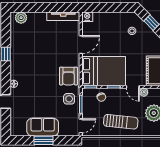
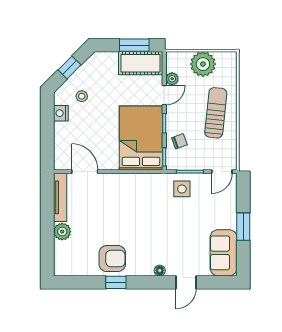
nightstand: (87, 17) -> (61, 113), moved
plant: (21, 18) -> (62, 232), moved
door: (81, 45) -> (85, 172), moved
armchair: (69, 76) -> (112, 259), moved
door: (81, 126) -> (222, 172), swing flipped
sofa: (43, 127) -> (224, 253), moved

